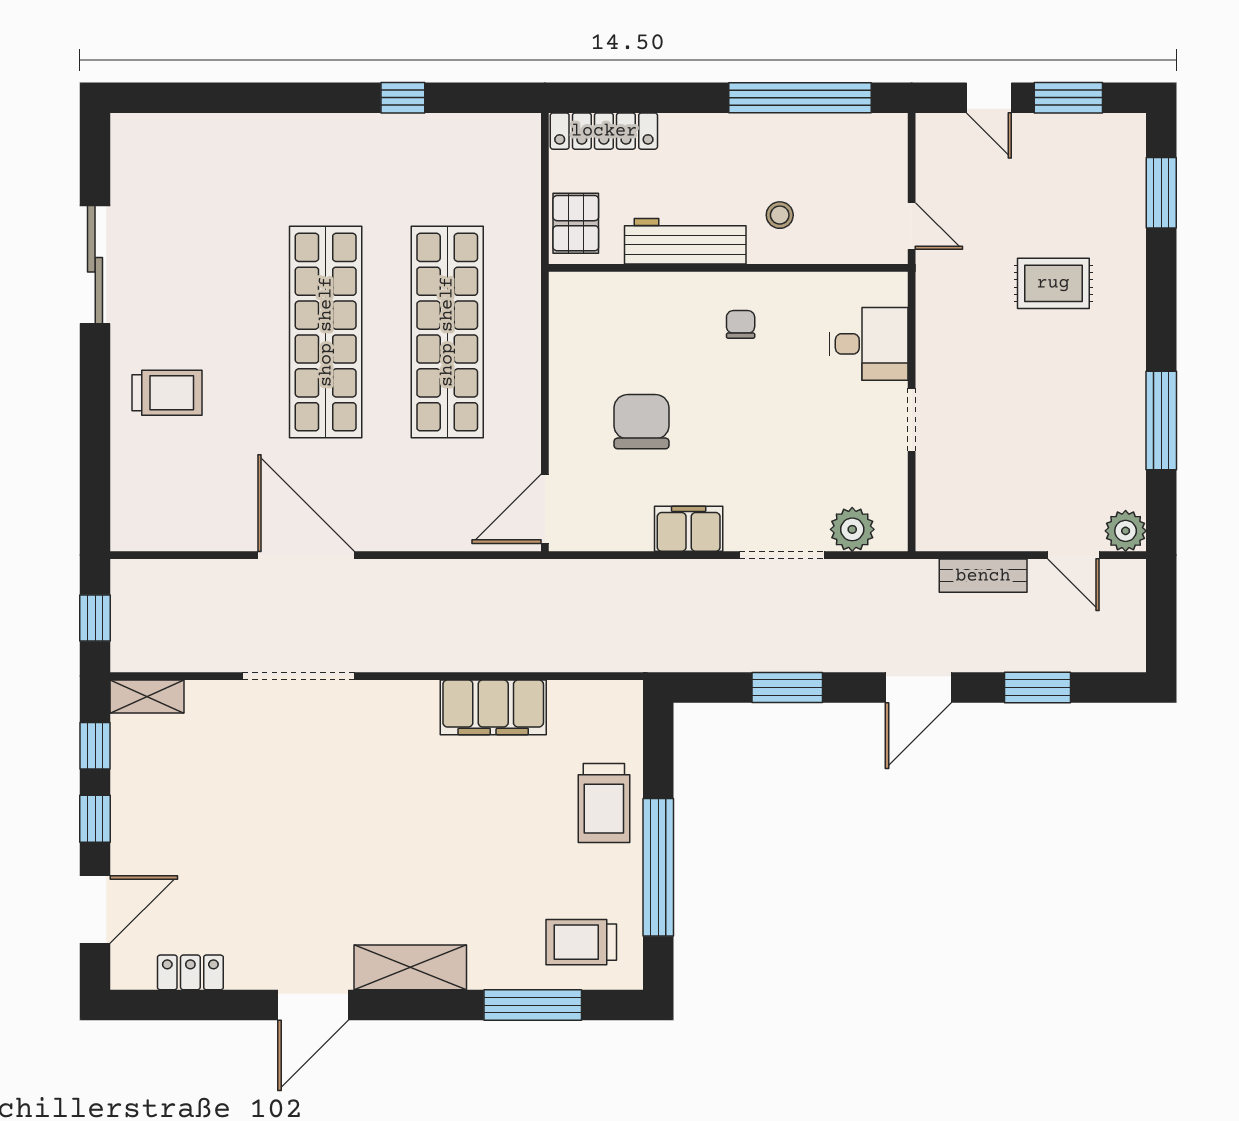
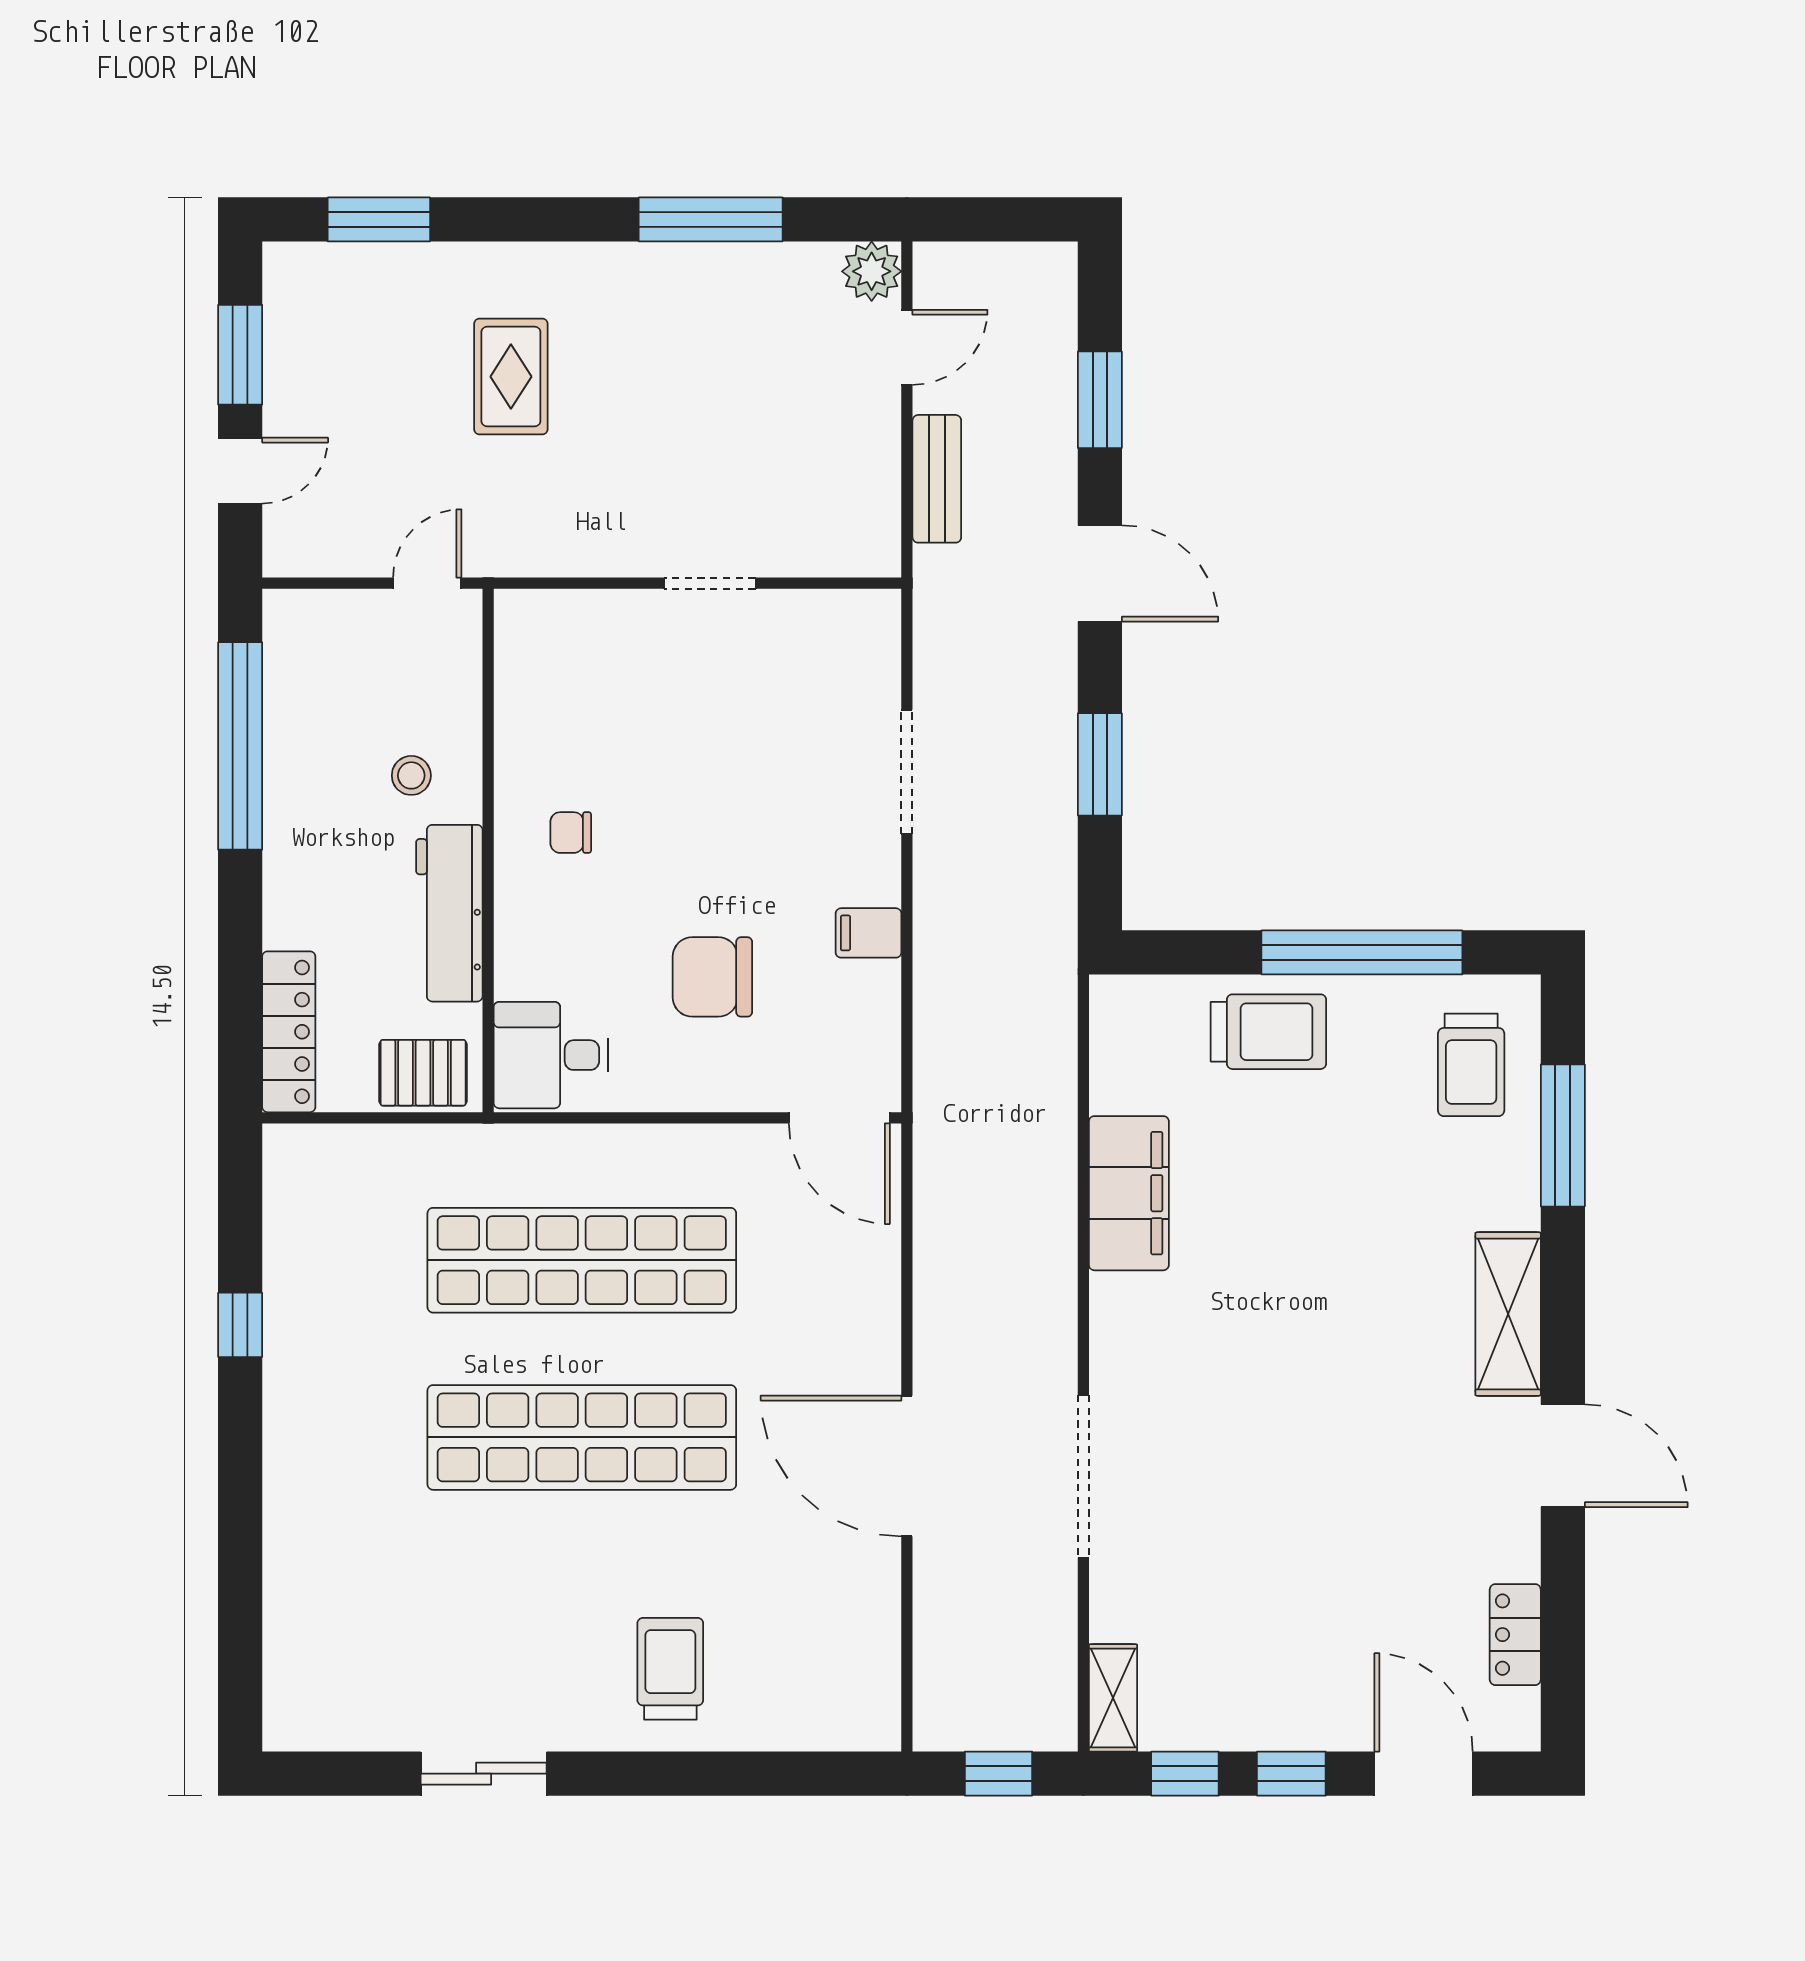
sliding door: (95, 265) -> (484, 1774), width x0.73
desk: (869, 344) -> (551, 1055), moved, turned -90
filing cabinet: (689, 529) -> (868, 933), width x0.50
plant: (852, 529) -> (869, 670), removed
door: (306, 555) -> (907, 1466), hinge flipped

